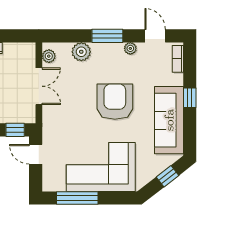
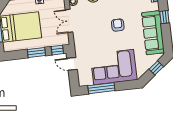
double door: (39, 86) -> (69, 21), swing flipped
armchair: (115, 102) -> (118, 25), width x0.53, depth x0.53

